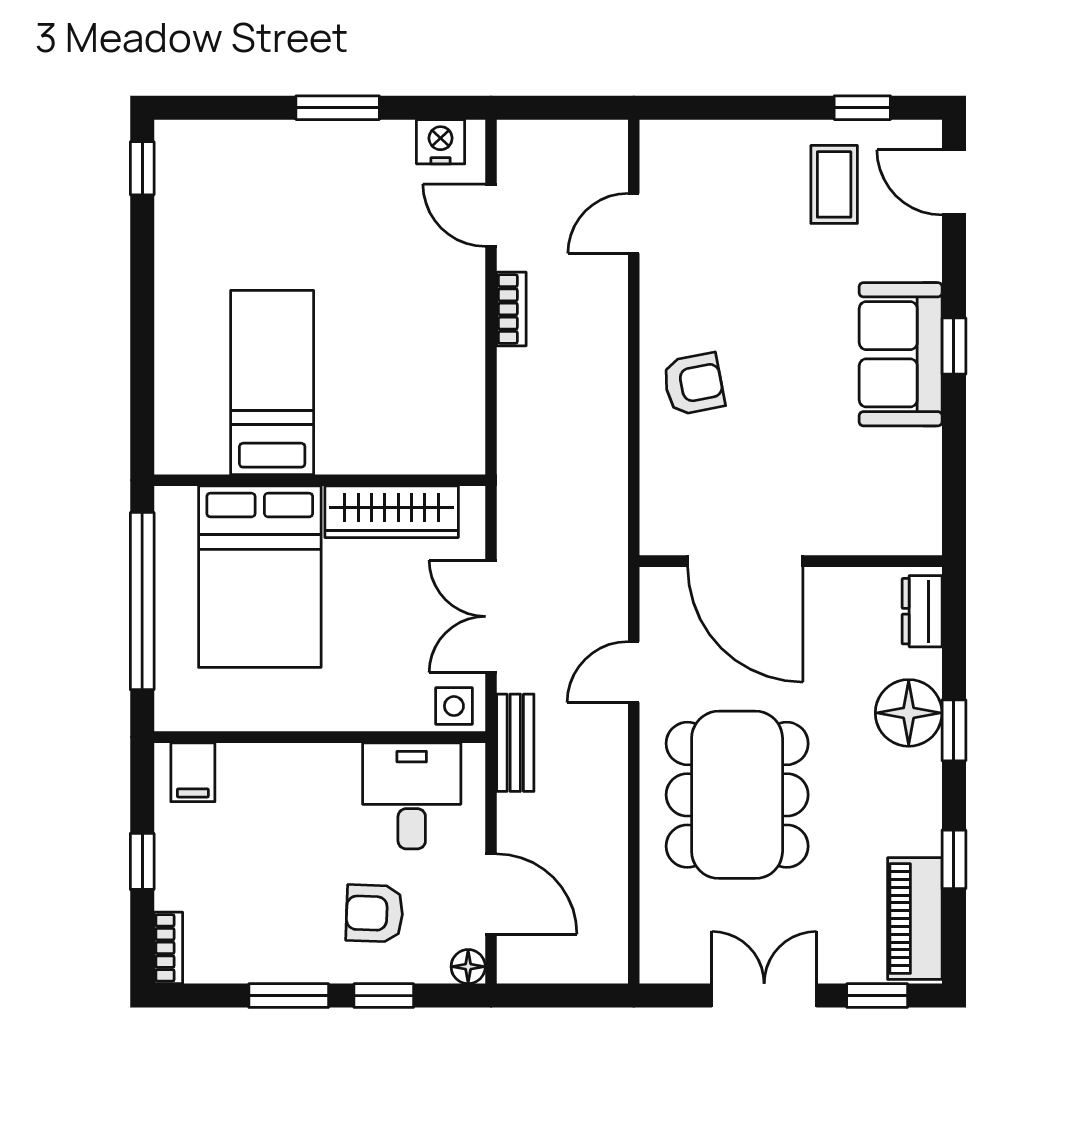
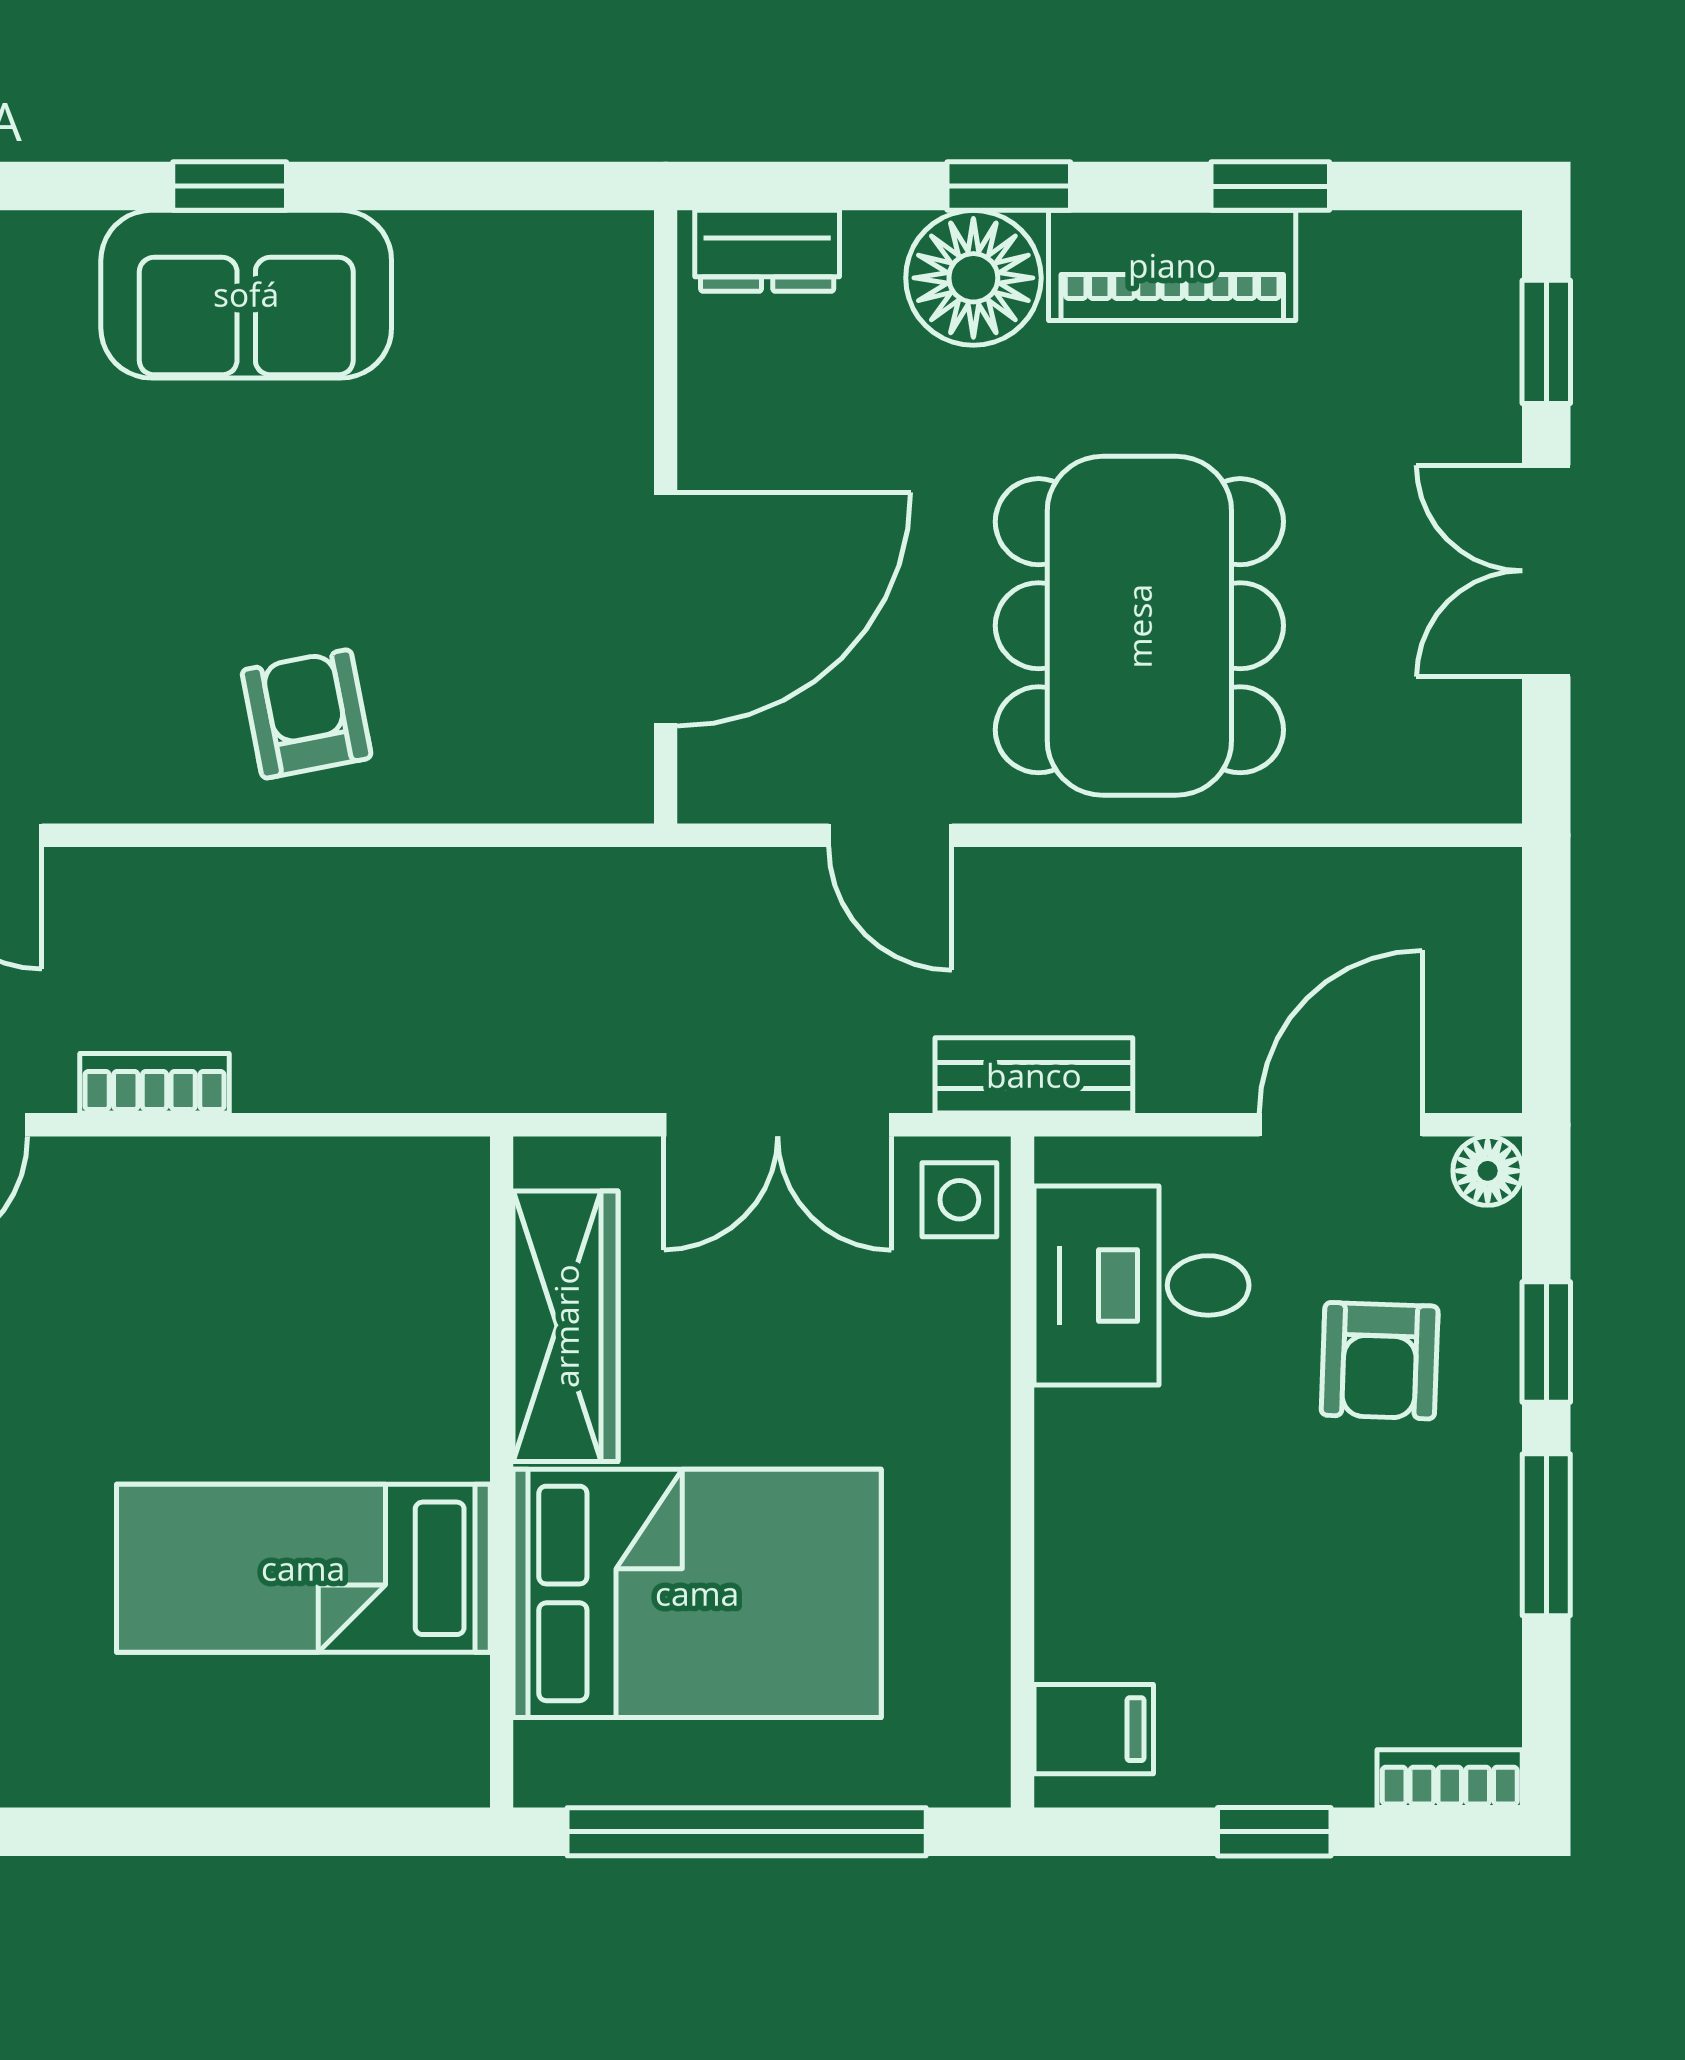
dining table: (737, 795) -> (1139, 626), turned 90
piano: (915, 919) -> (1172, 265), moved

